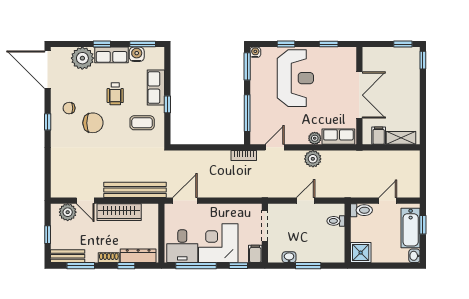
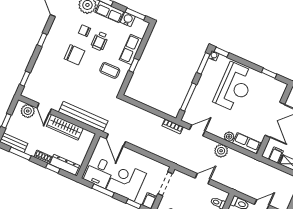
window: (286, 44) -> (222, 52), moved
chair: (69, 108) -> (85, 31), moved
window: (48, 176) -> (25, 79), added
door: (185, 201) -> (116, 140), swing flipped
window: (196, 266) -> (103, 190), width x0.69

